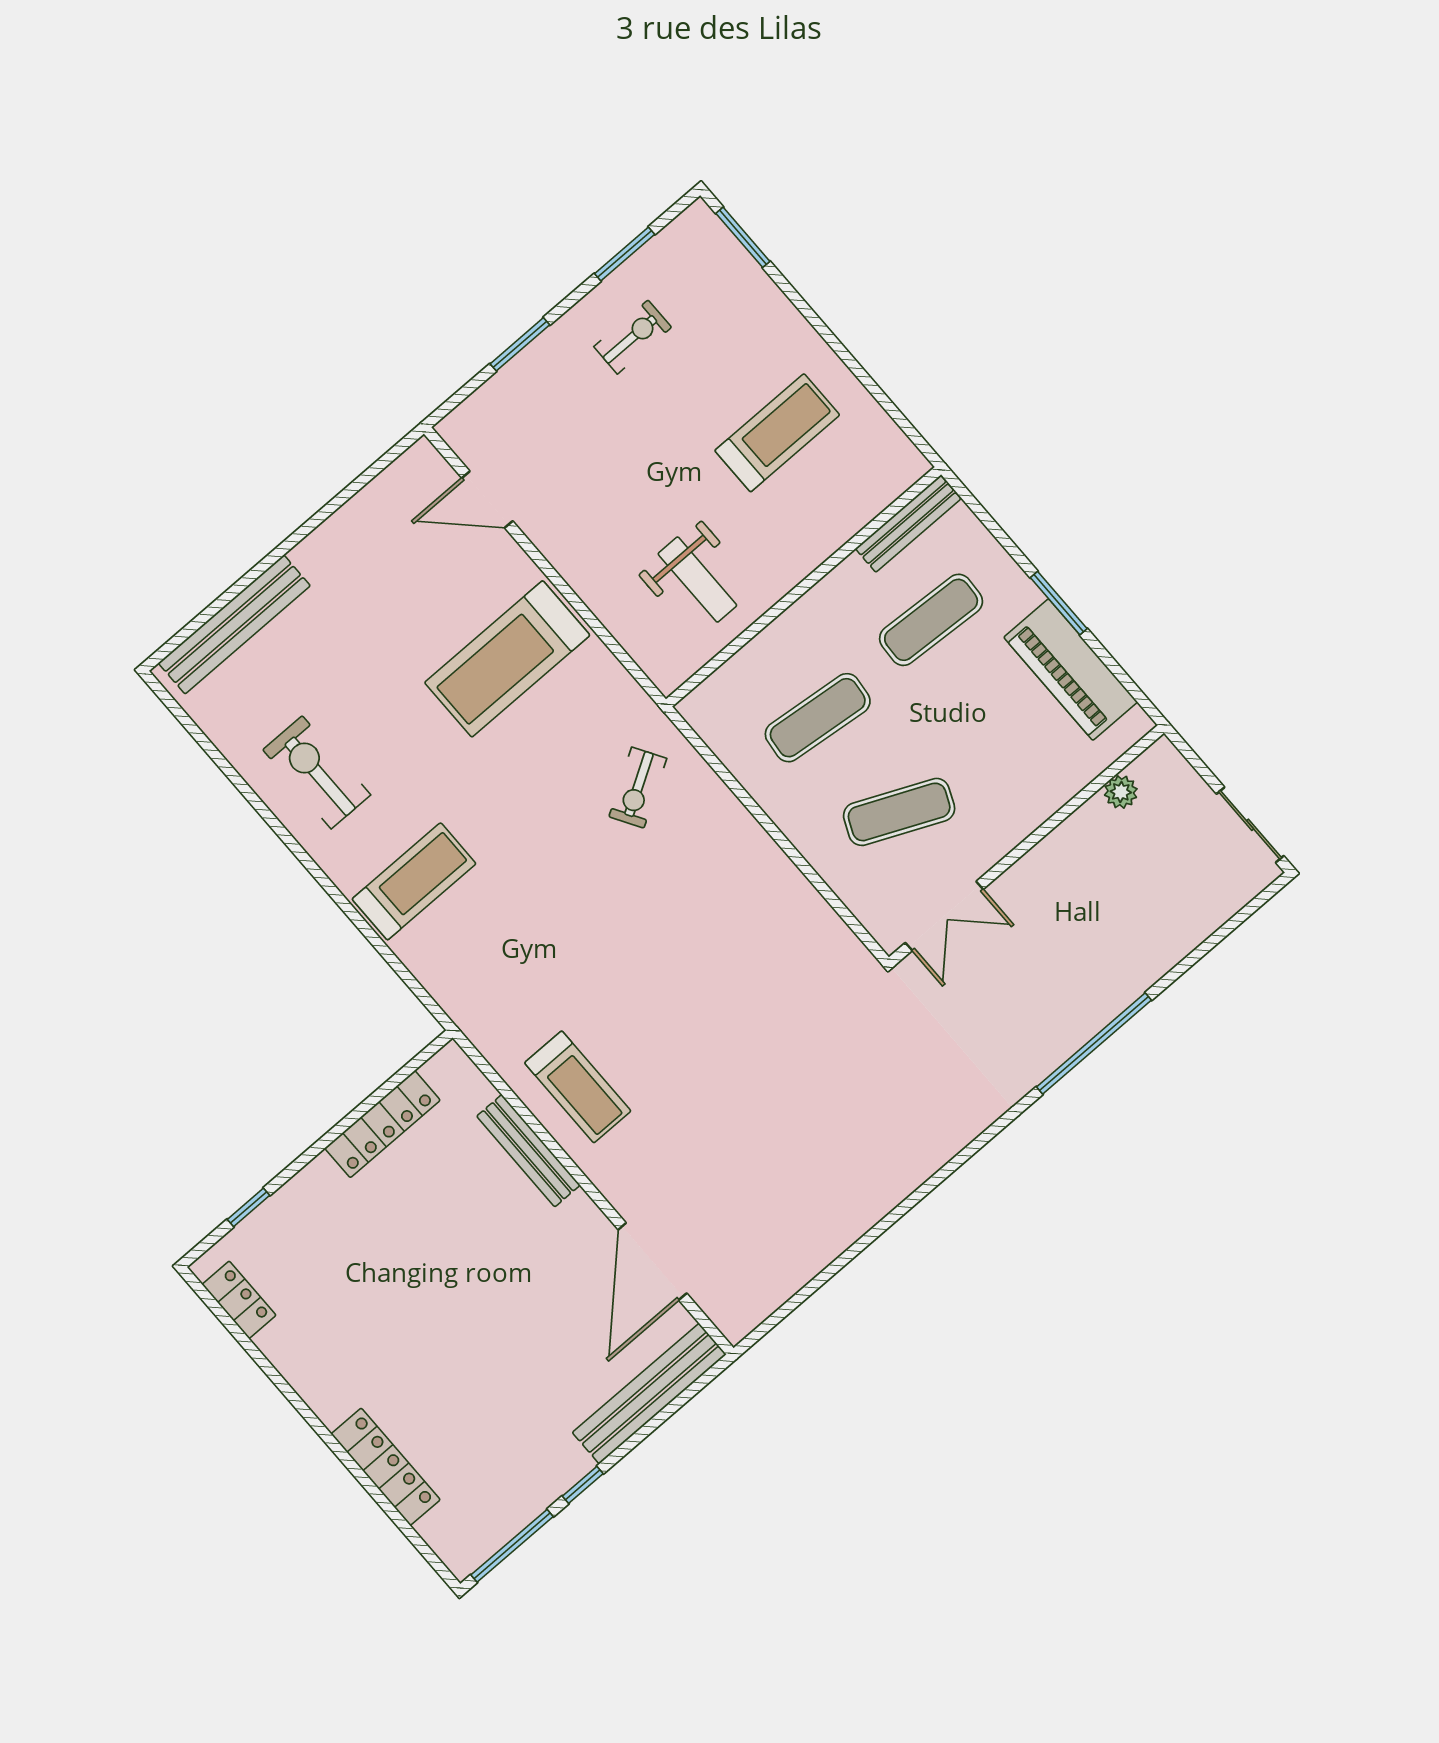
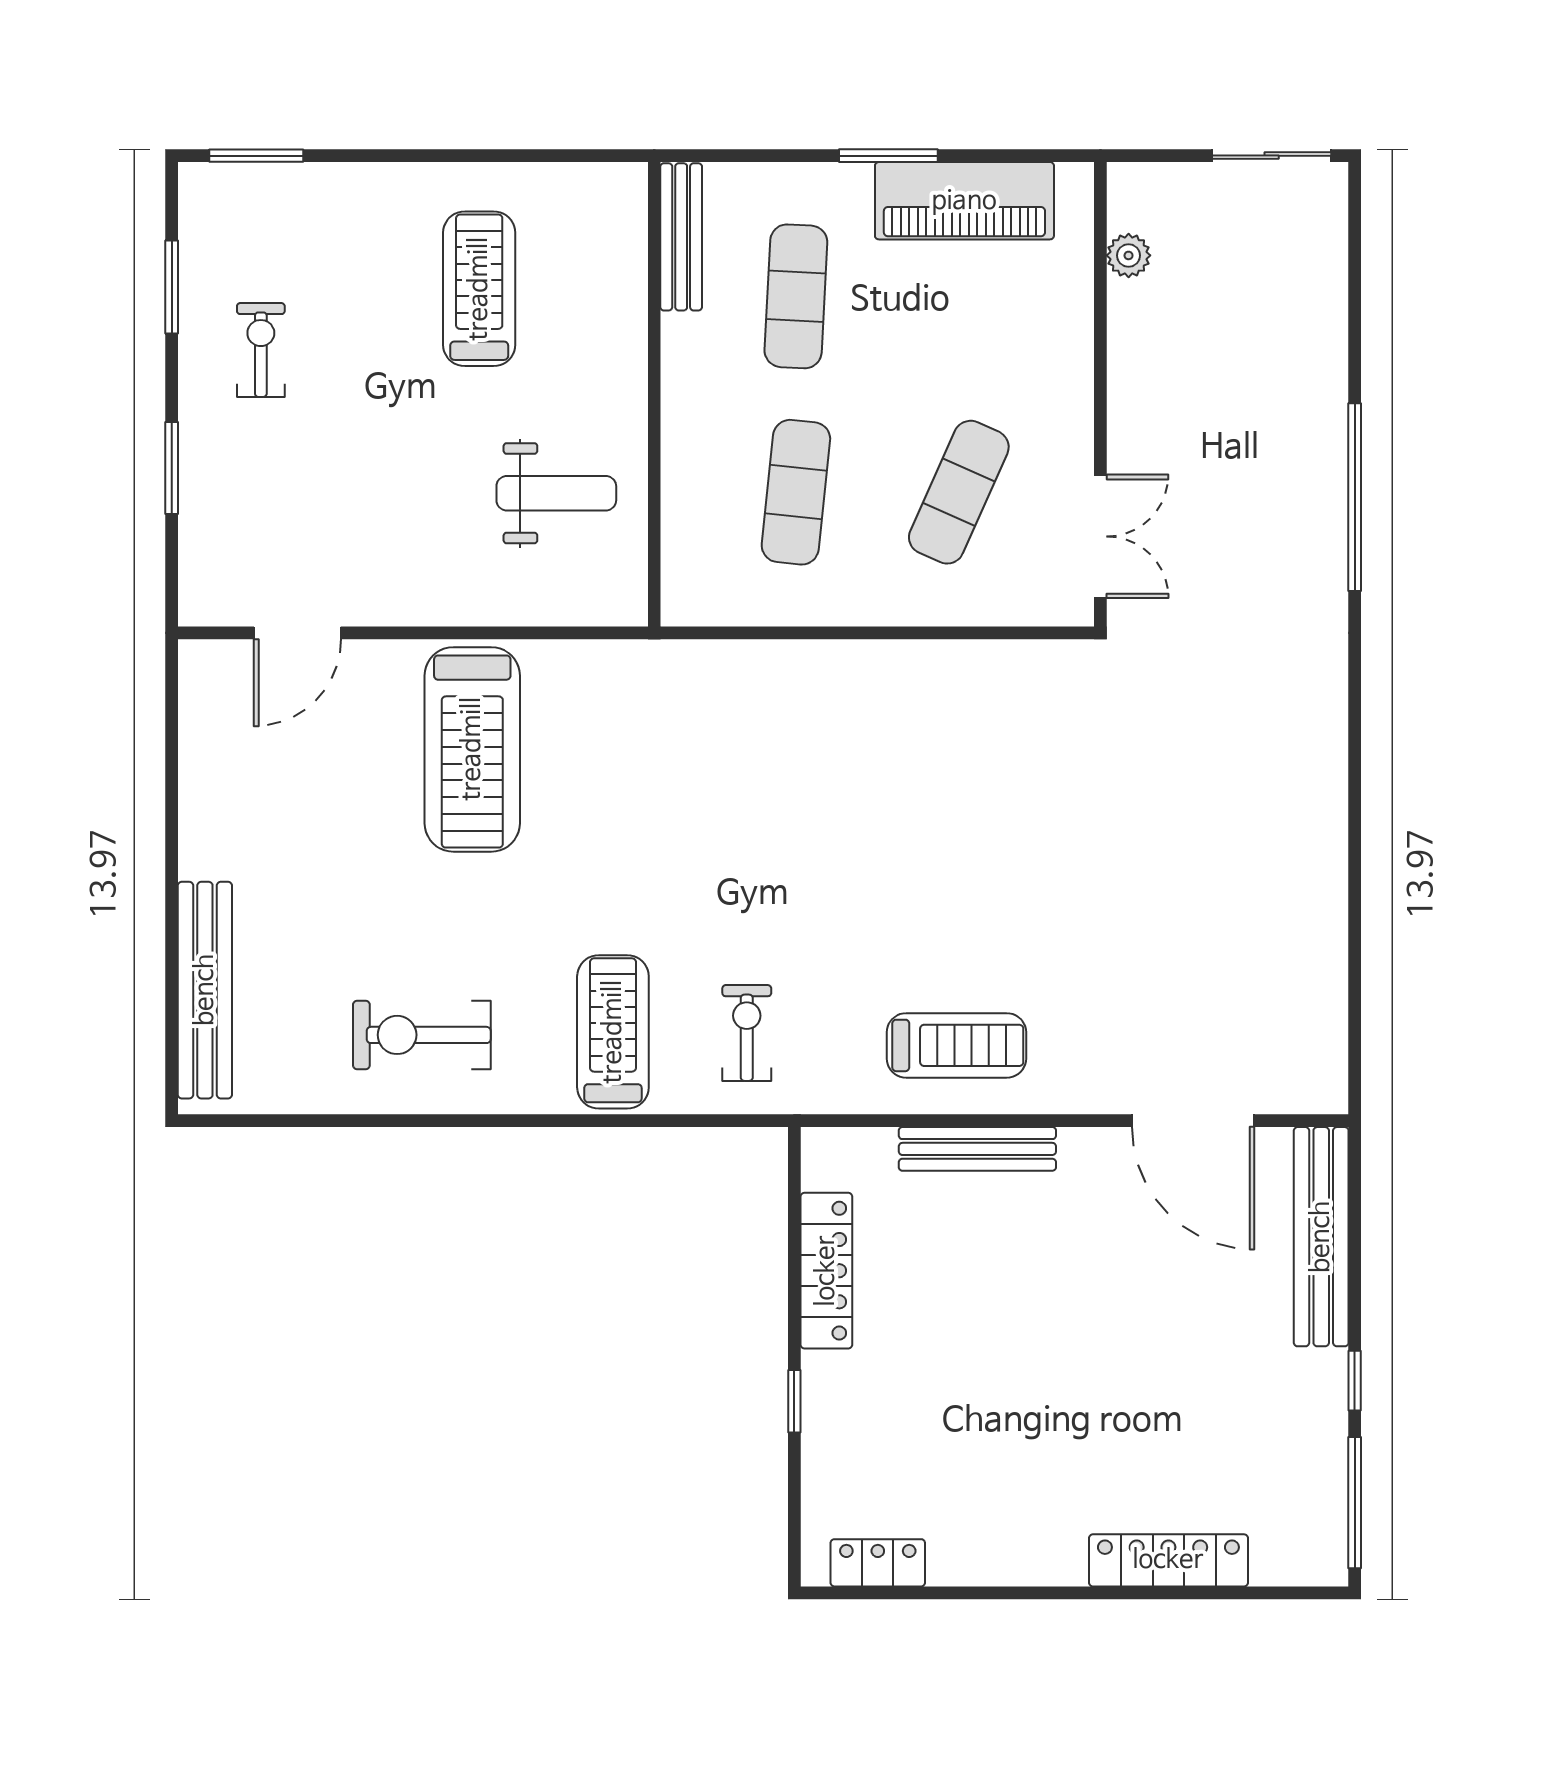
exercise bike: (638, 788) -> (747, 1033), moved, turned -149
window: (249, 1207) -> (794, 1401), moved

